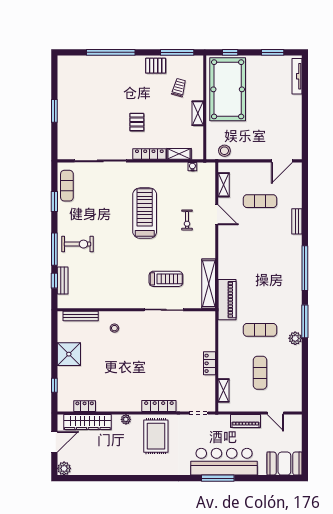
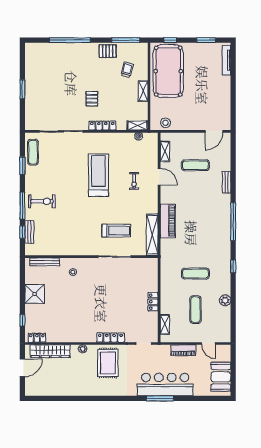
shelving: (179, 154) -> (138, 126), moved
piano: (227, 300) -> (168, 221), moved
window: (305, 321) -> (233, 266), width x0.46
plant: (295, 338) -> (225, 300), moved
locker: (85, 406) -> (37, 338), moved
booth: (284, 464) -> (221, 377), moved, turned 90
plant: (64, 468) -> (31, 390), removed

